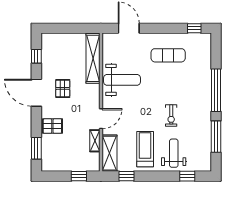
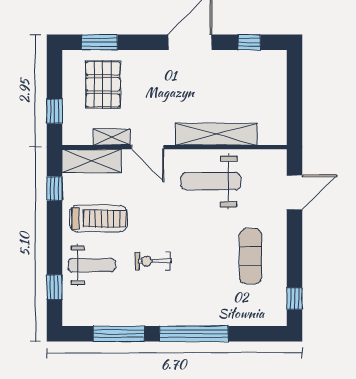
shelving: (93, 58) -> (216, 134), moved
weight bench: (122, 80) -> (211, 181), turned 90
pallet: (63, 88) -> (197, 85), removed
pallet: (52, 126) -> (103, 84), moved, width x1.50, depth x1.42

